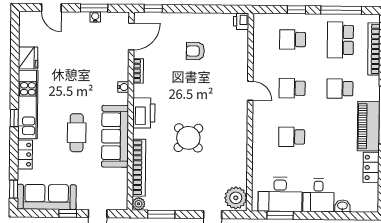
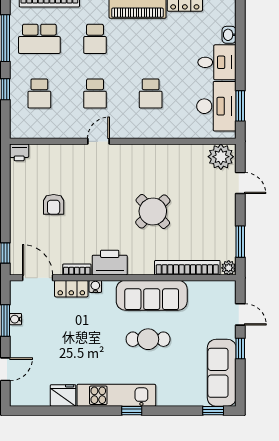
printer: (144, 113) -> (110, 263), moved
locker: (25, 155) -> (71, 289), moved, turned 180

